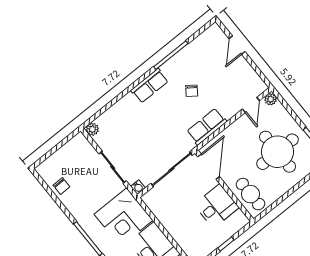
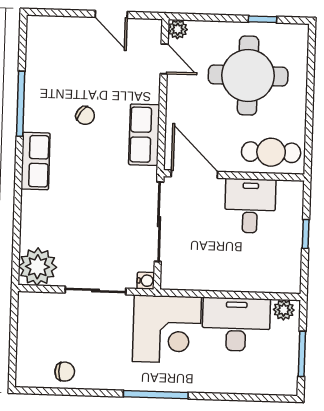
door: (237, 45) -> (111, 14), moved
plant: (92, 129) -> (38, 267), width x1.87, depth x1.87

